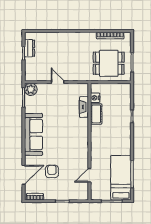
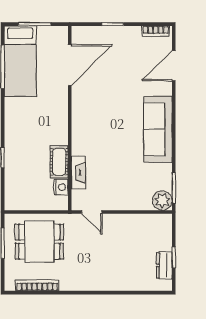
door: (58, 82) -> (92, 212), moved
armchair: (52, 171) -> (129, 71), removed
door: (89, 175) -> (70, 65), width x1.88

